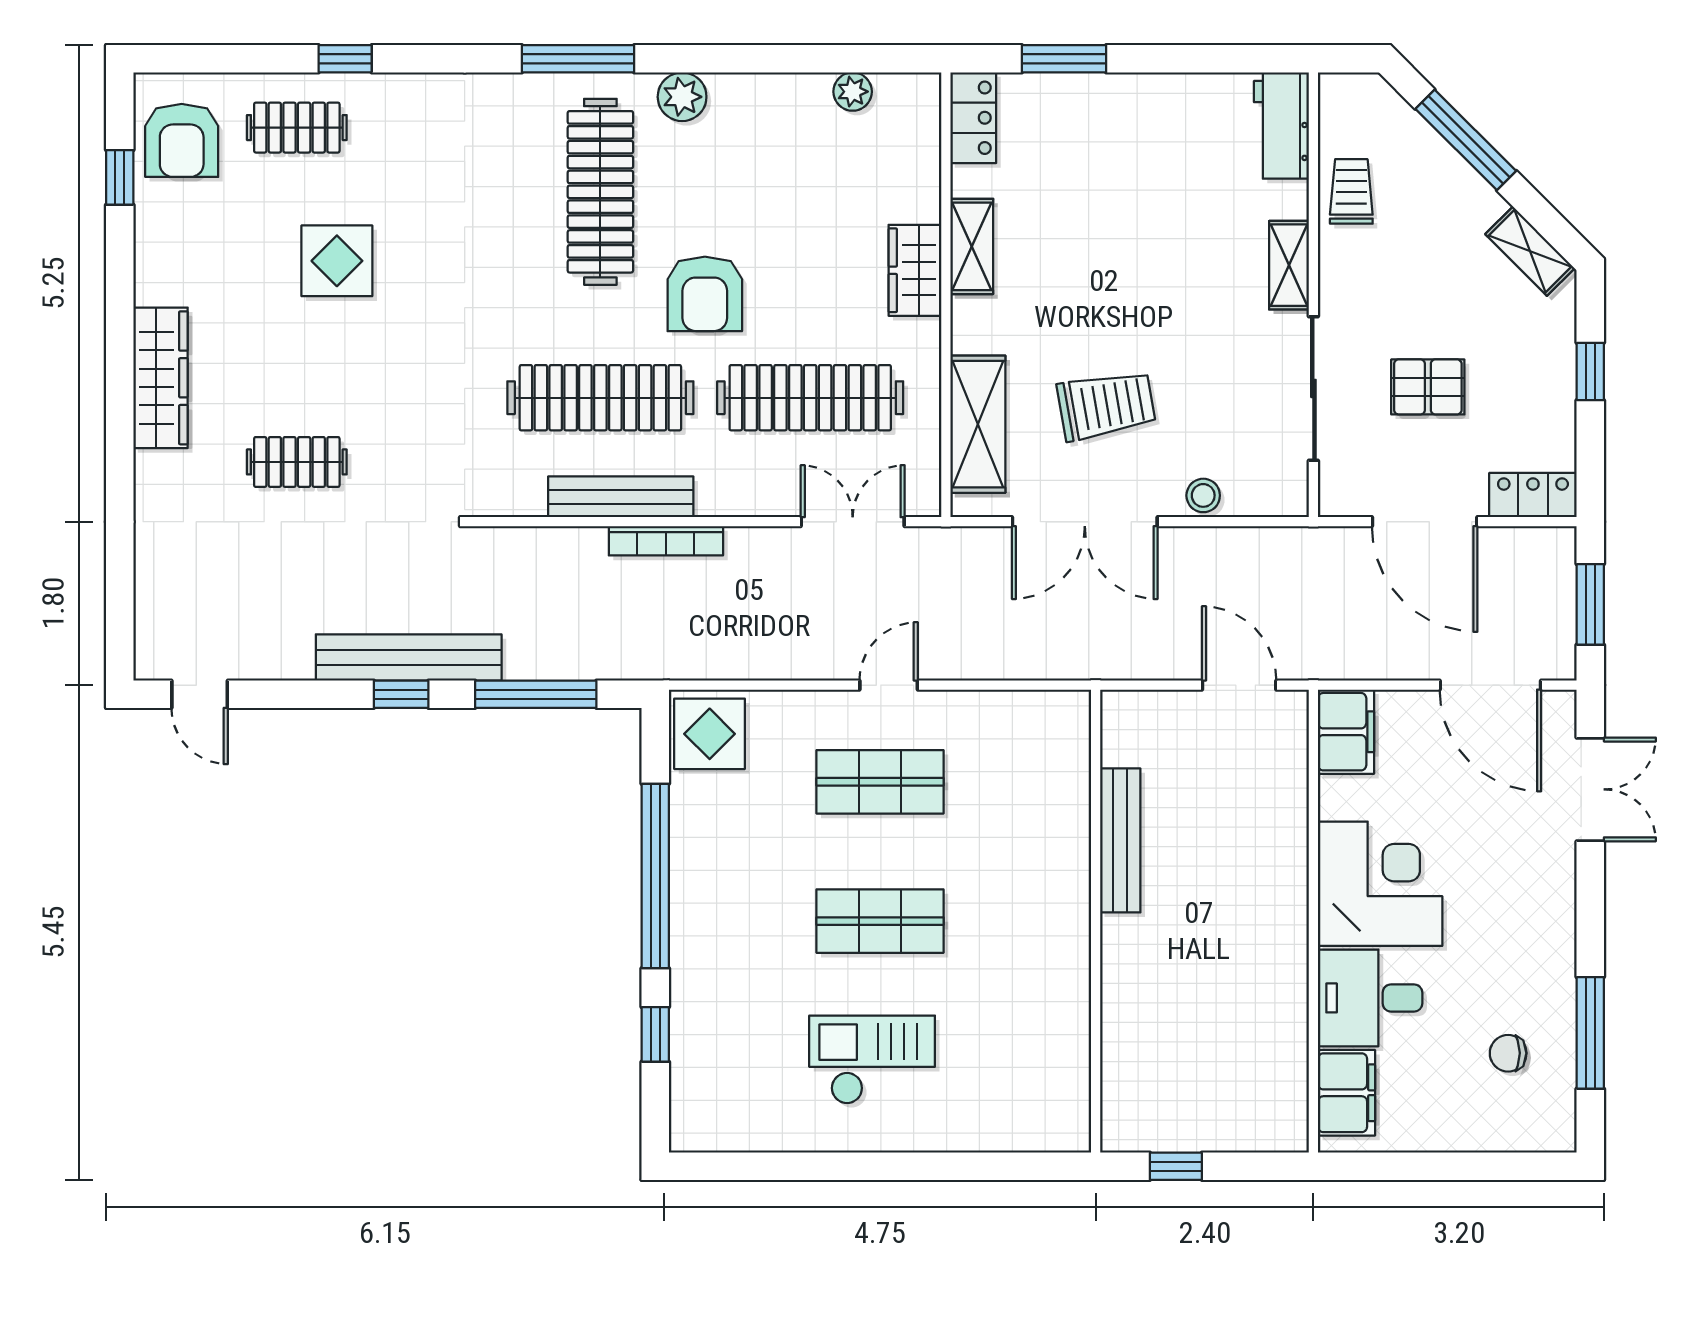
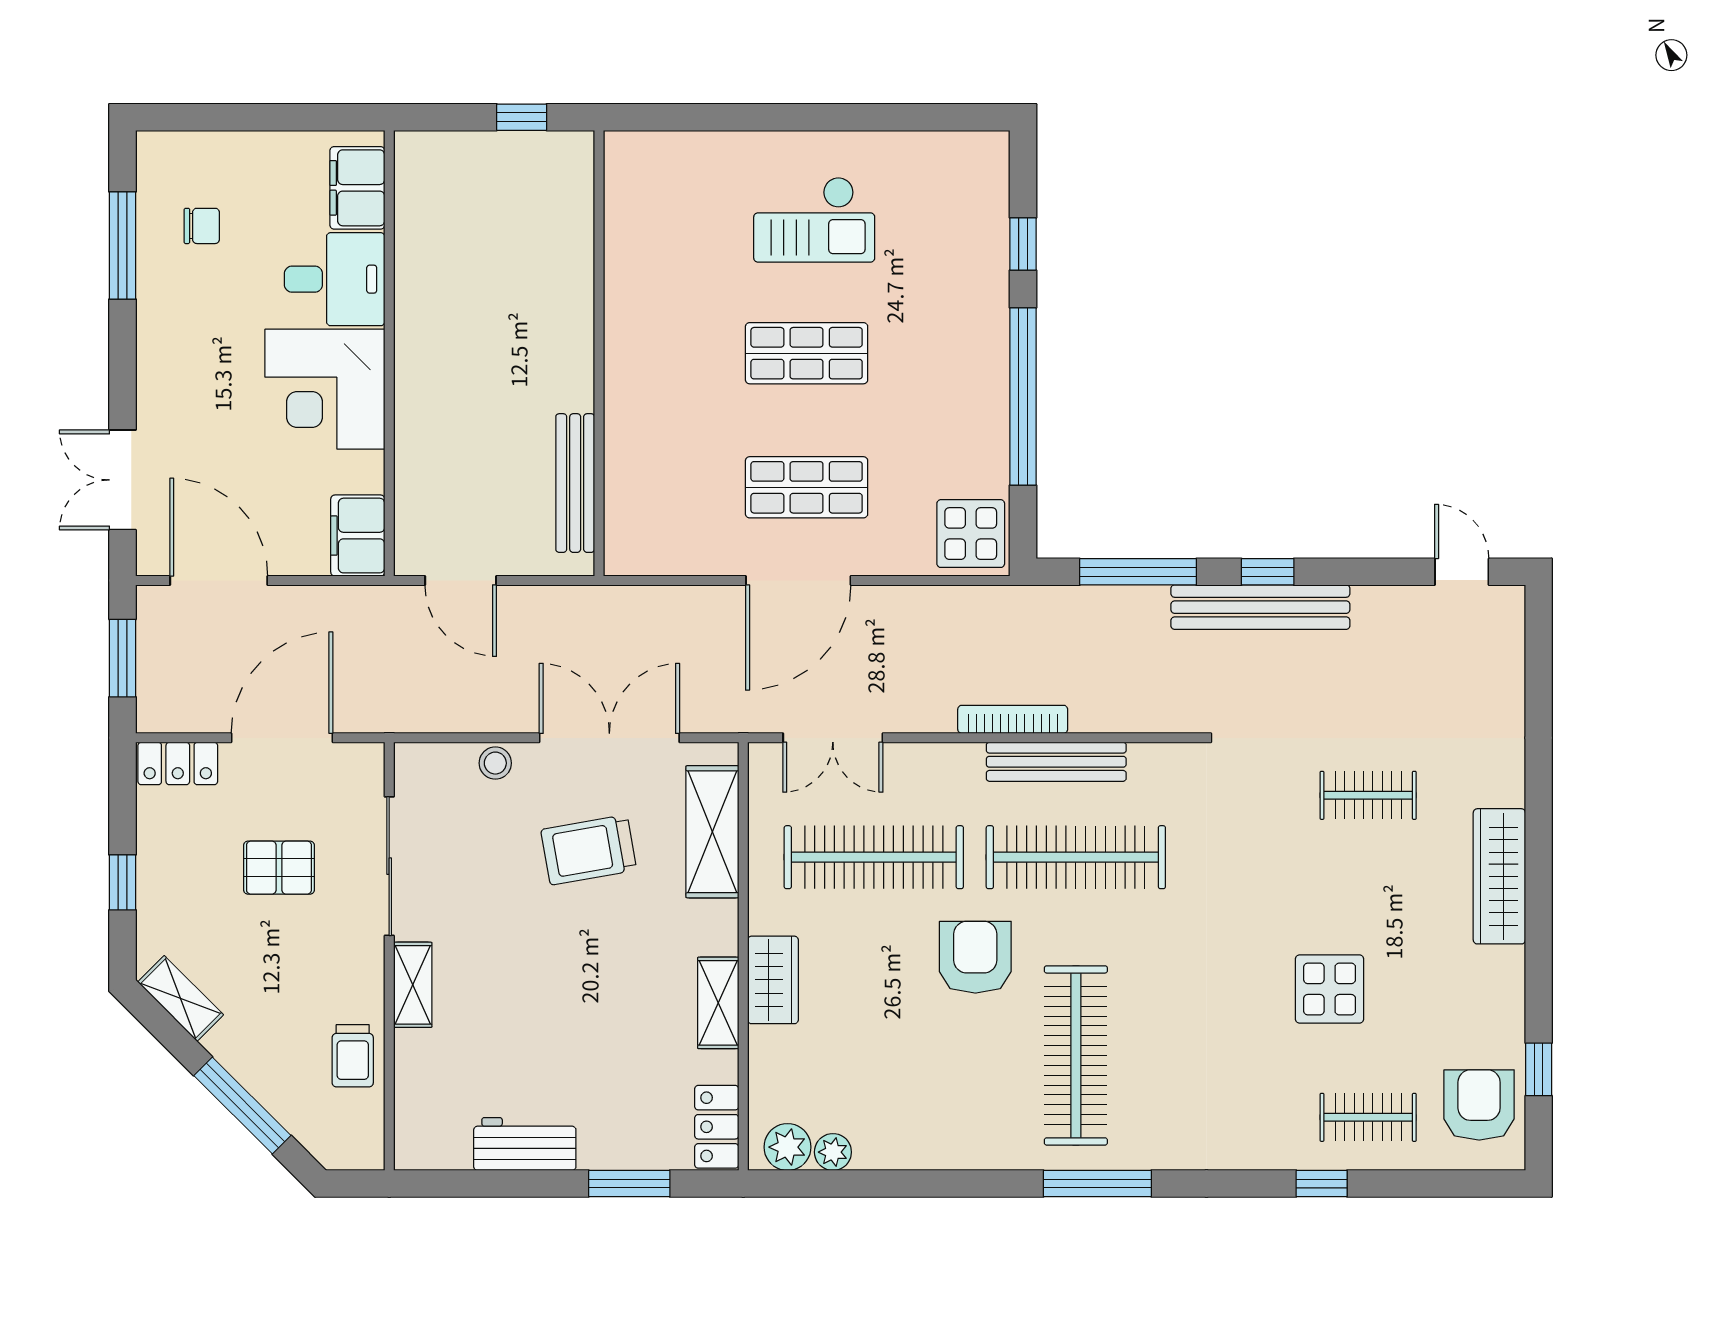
plant: (682, 97) -> (787, 1147), moved
workbench: (1281, 126) -> (525, 1144), moved, turned -90
door: (1425, 522) -> (282, 738), hinge flipped
door: (889, 685) -> (798, 580), width x1.87
bench: (1120, 840) -> (575, 483), moved

